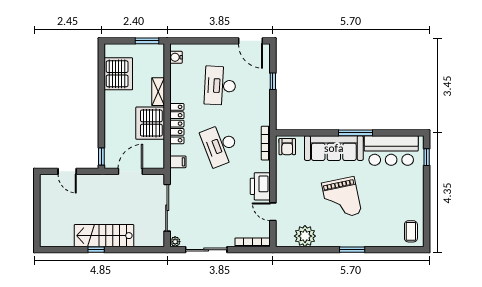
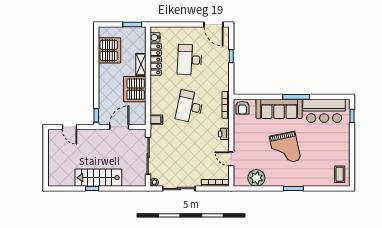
locker: (177, 124) -> (156, 59), moved
desk: (220, 145) -> (190, 107), turned 33
printer: (260, 186) -> (224, 134), width x0.53, depth x0.68

